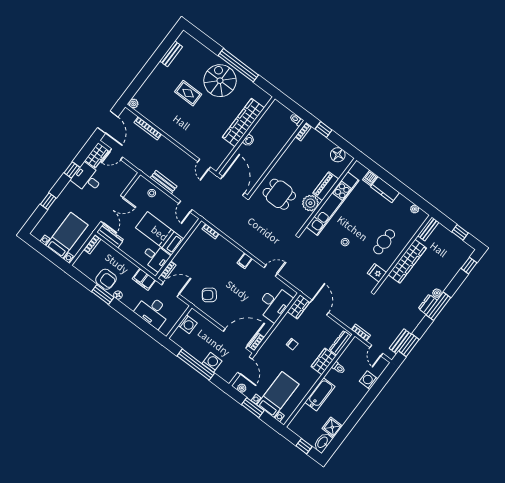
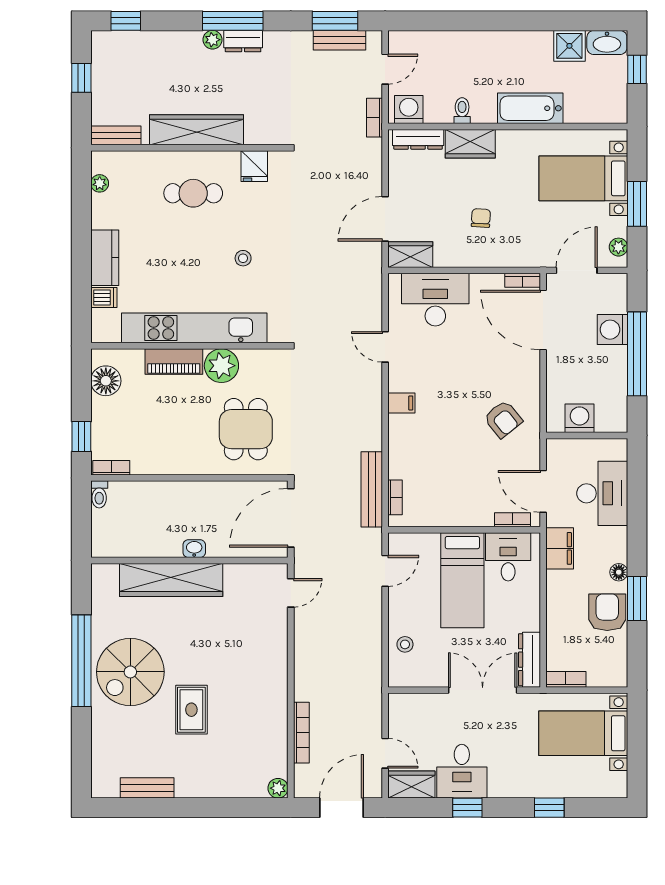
bench: (164, 182) -> (372, 489), moved, width x1.36
washing machine: (369, 380) -> (409, 110), moved, turned 180

